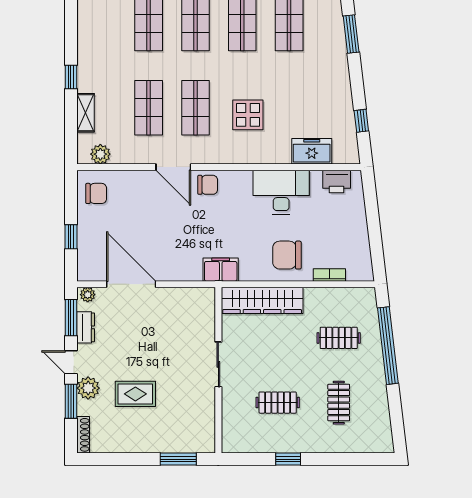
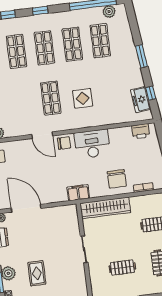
window: (351, 34) -> (141, 56), moved
shop shelf: (149, 108) -> (23, 102), removed
freezer: (312, 151) -> (141, 100), moved, turned -97
desk: (281, 192) -> (92, 144), moved
chair: (287, 255) -> (117, 179), turned -90
rug: (135, 394) -> (37, 273), turned 90

